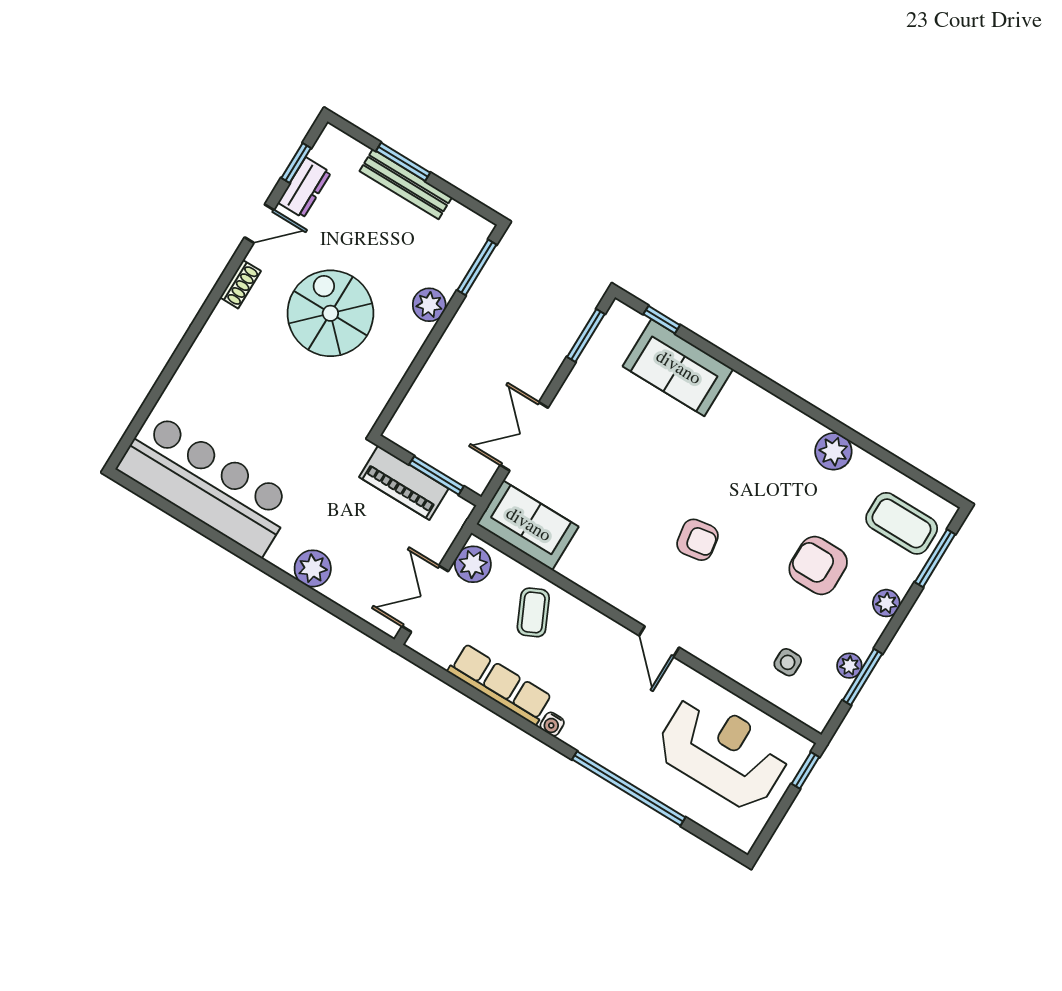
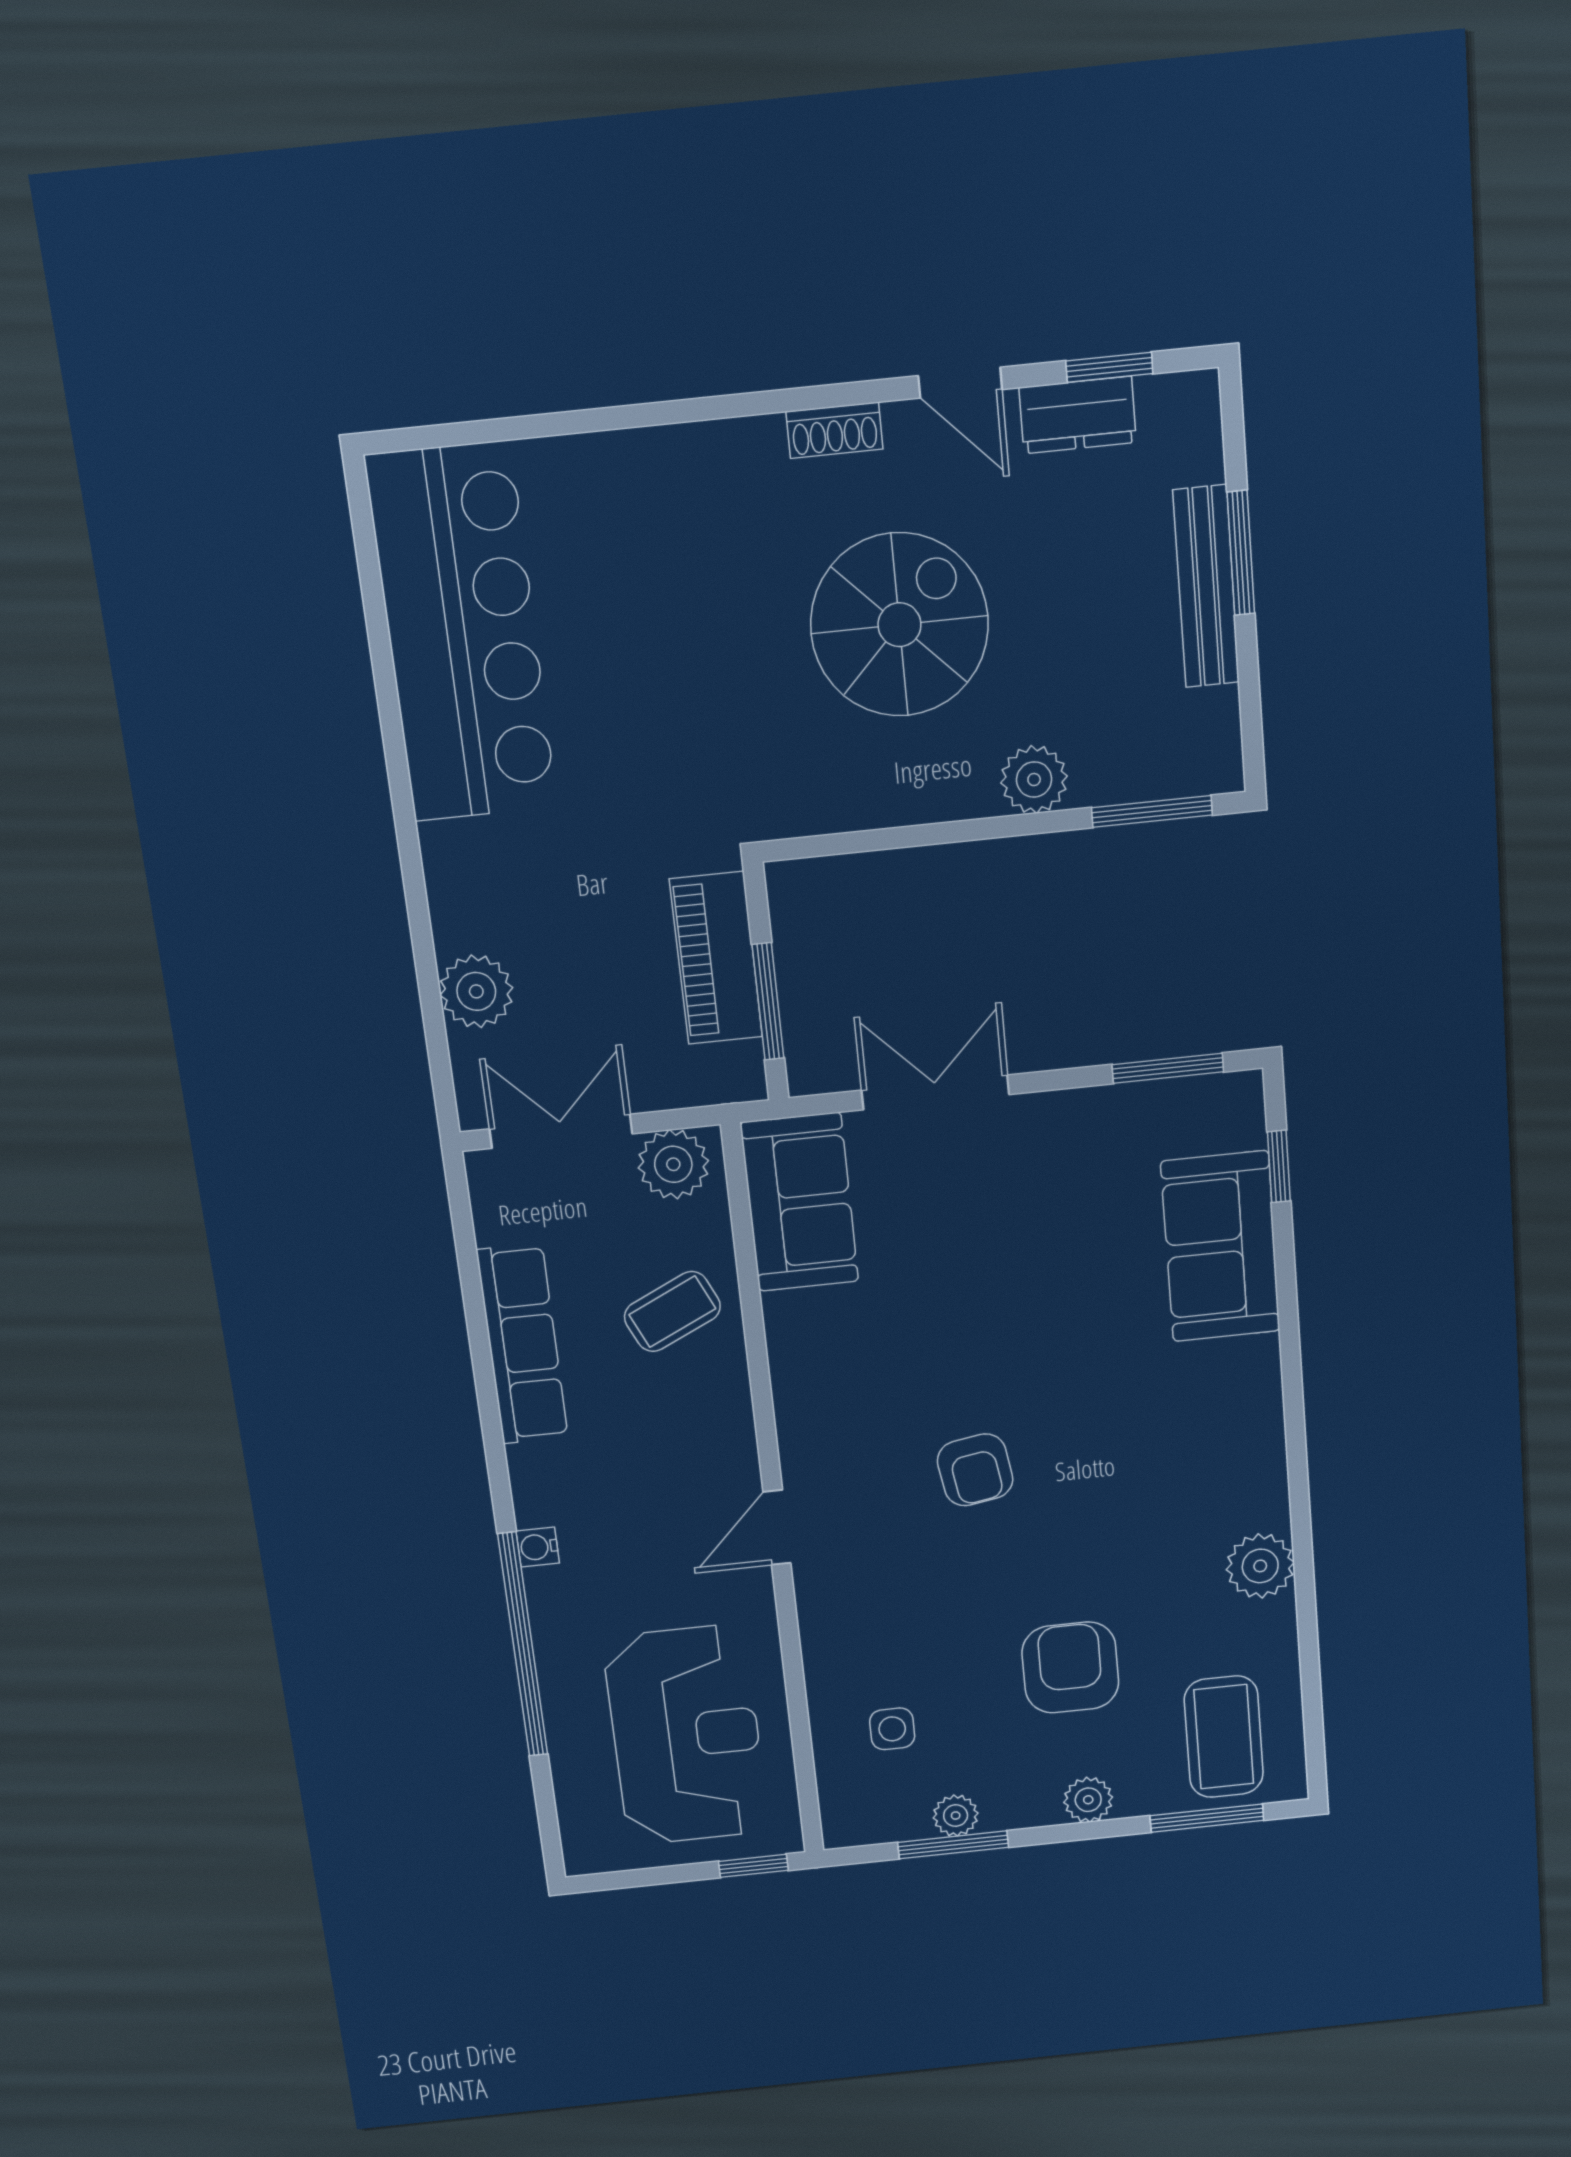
plant: (313, 568) -> (476, 991), moved
water cooler: (552, 724) -> (538, 1547), moved

